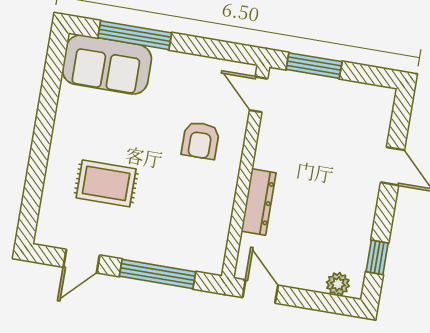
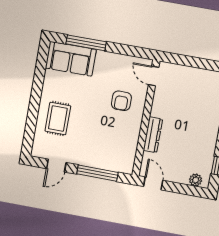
window: (314, 66) -> (184, 60), removed
rug: (106, 183) -> (58, 118), moved, turned 90

